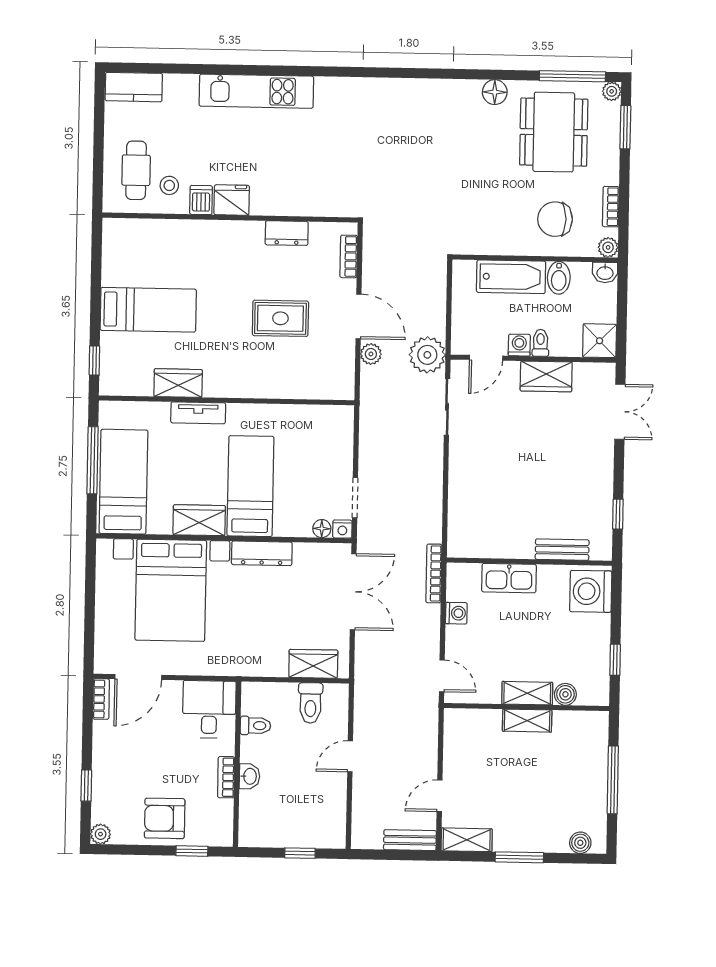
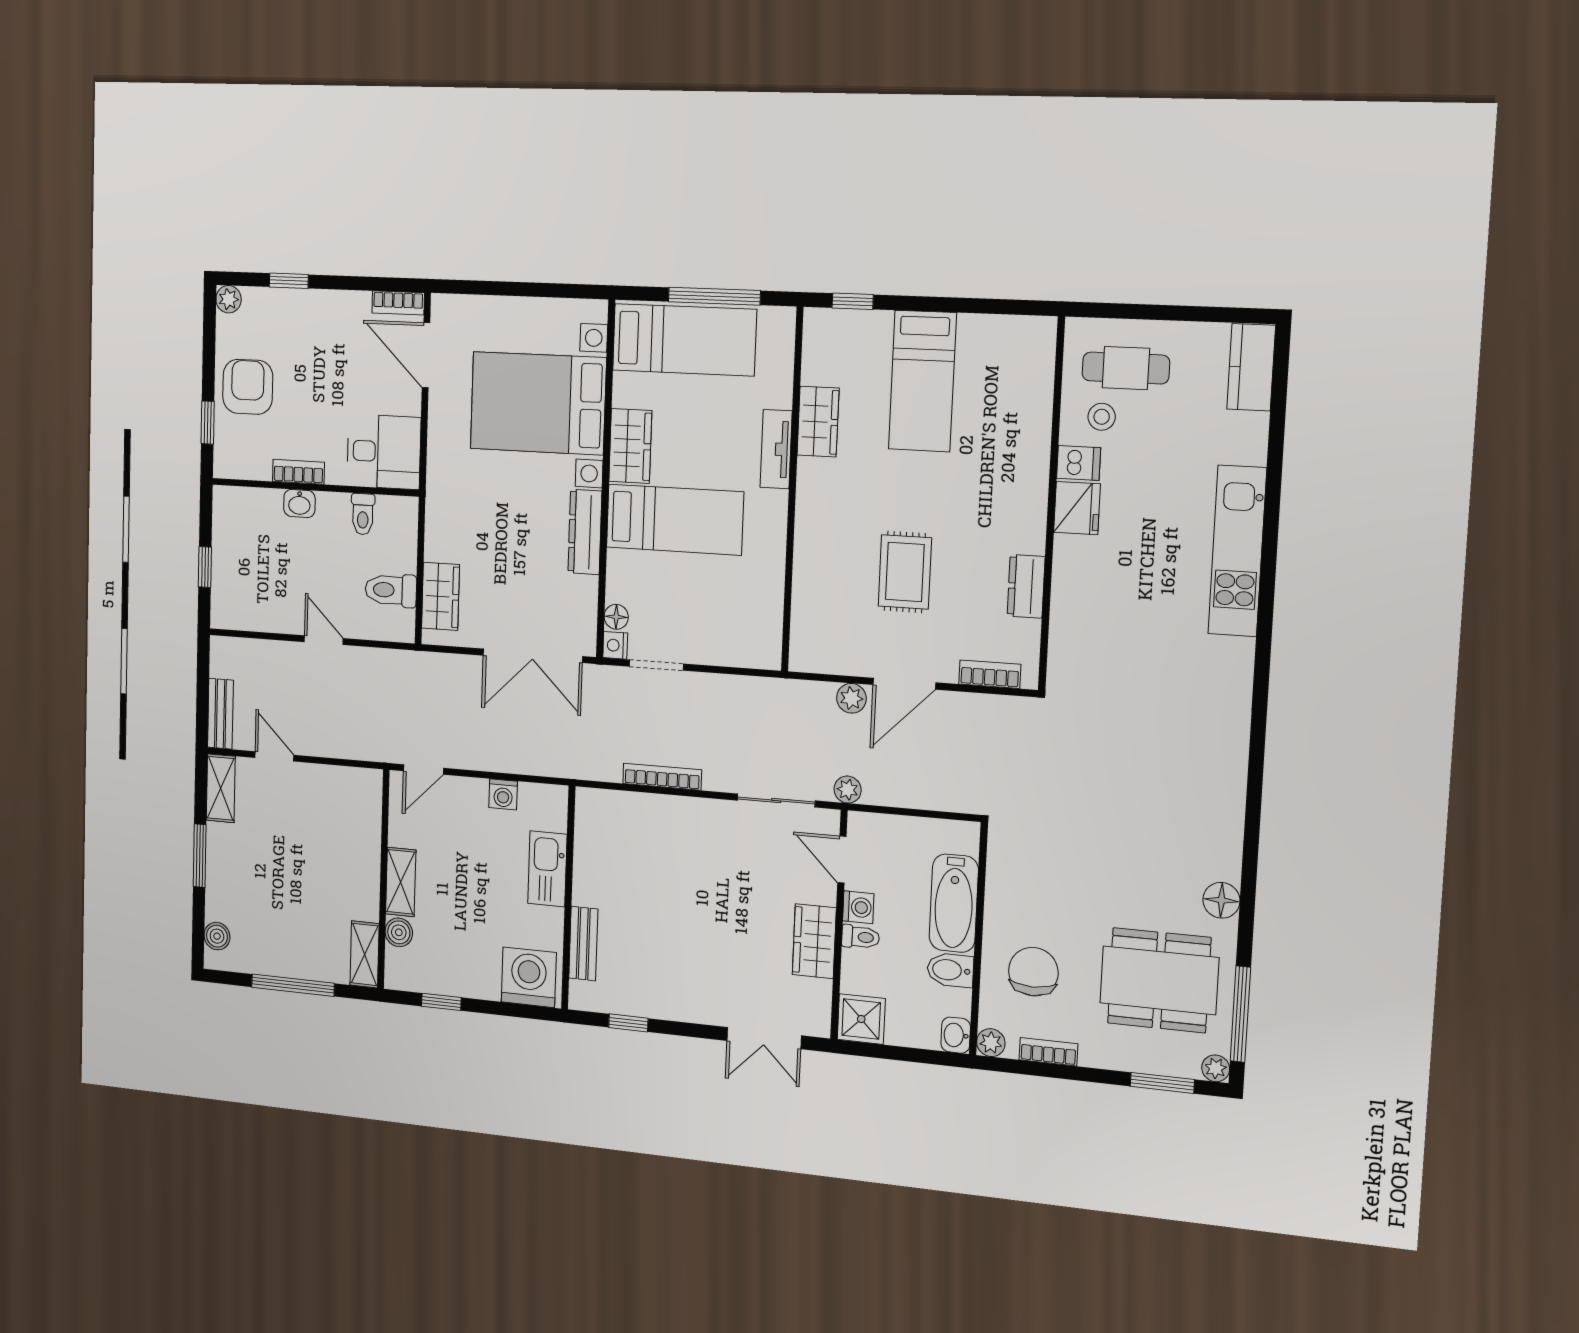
plant: (427, 355) -> (848, 790), width x0.53, depth x0.53
bookcase: (434, 573) -> (662, 777), moved
shelving: (527, 721) -> (365, 954), moved

